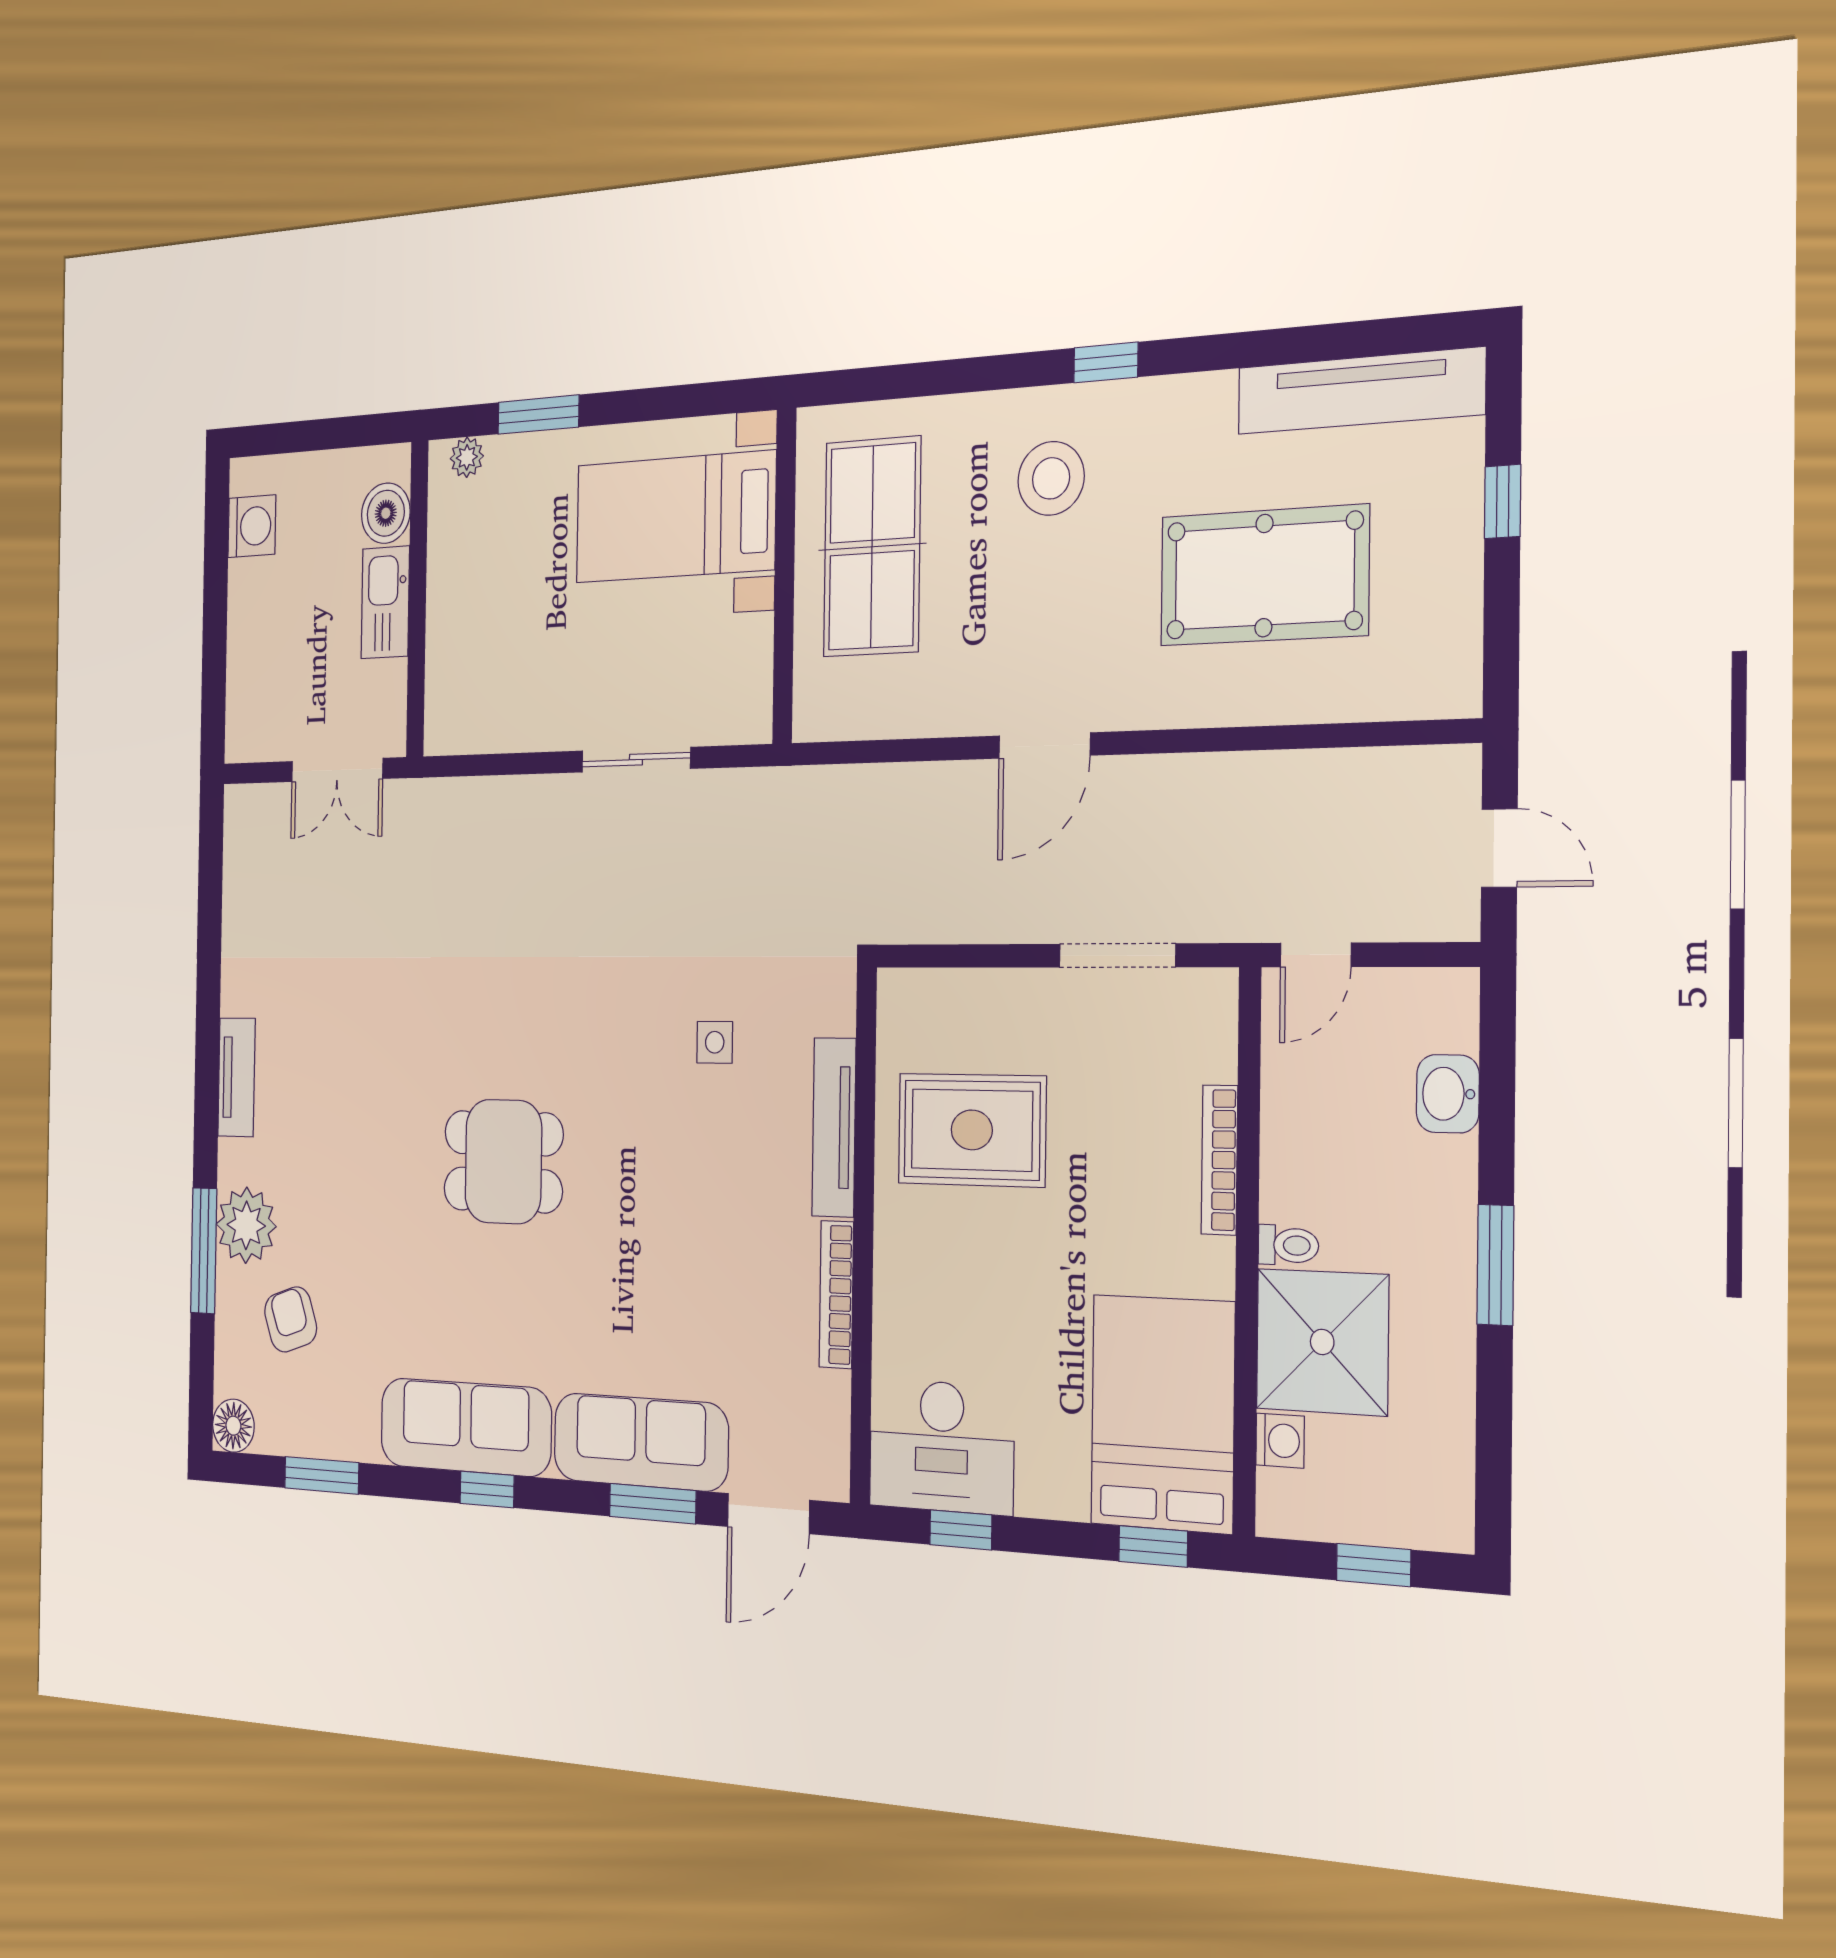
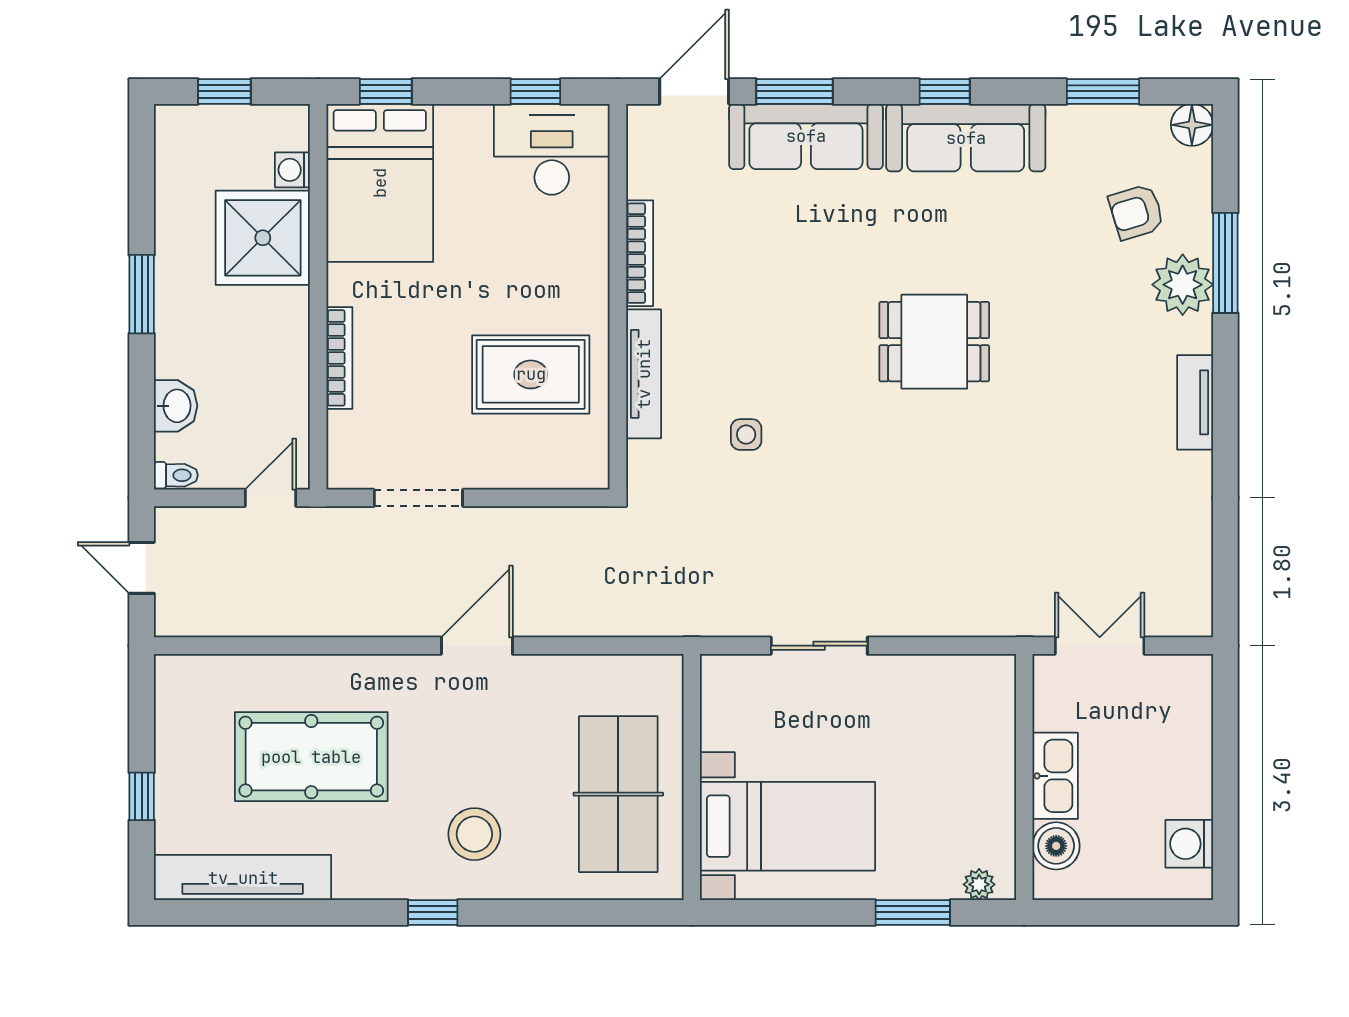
toilet: (1288, 1245) -> (176, 475), moved, turned 180
armchair: (291, 1319) -> (1136, 212), turned 92

